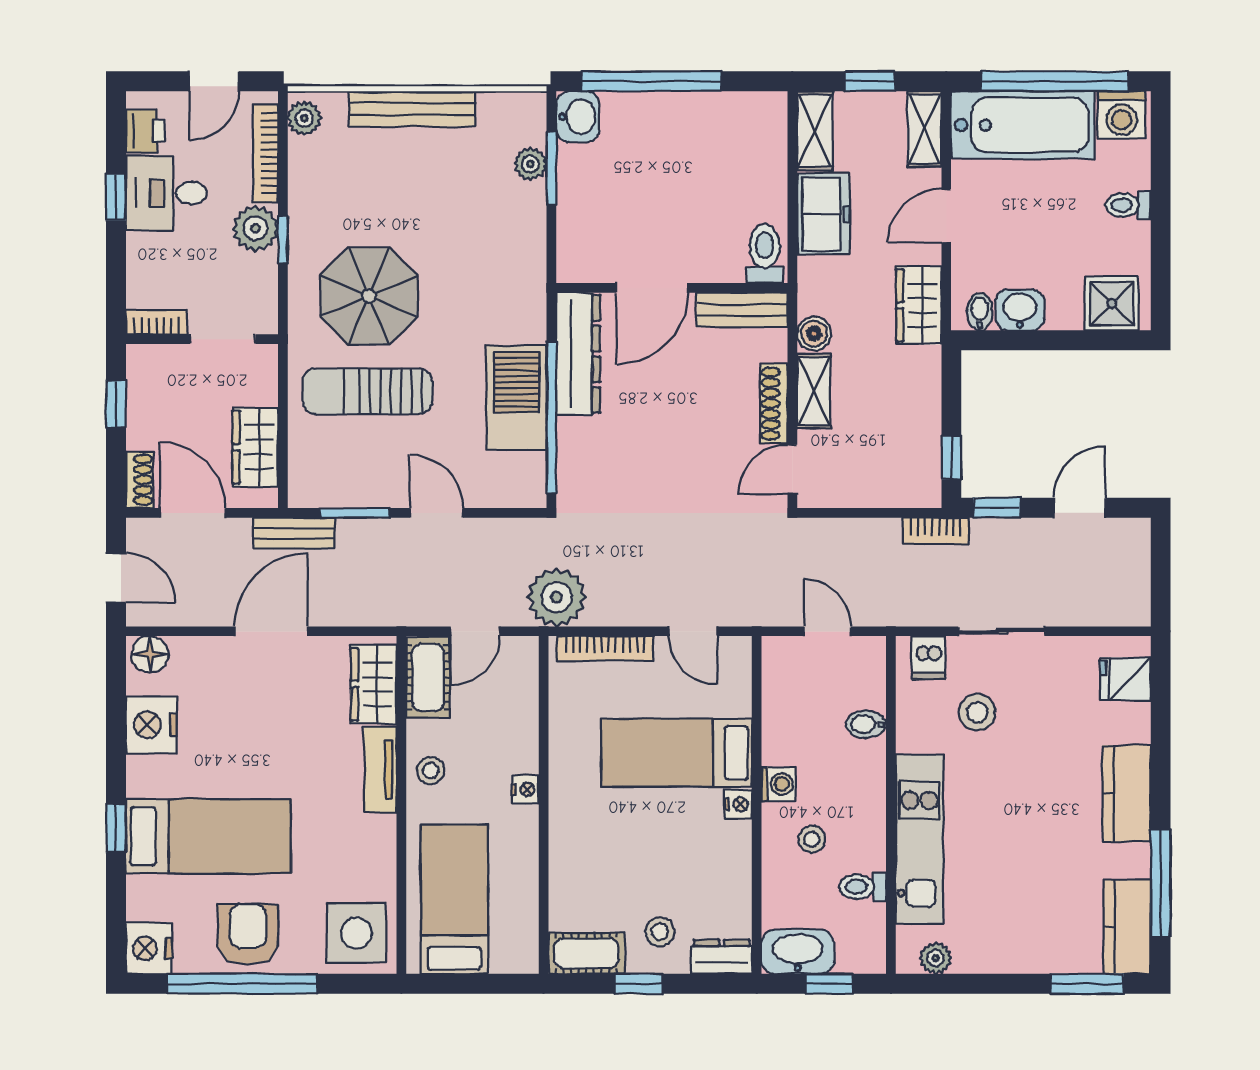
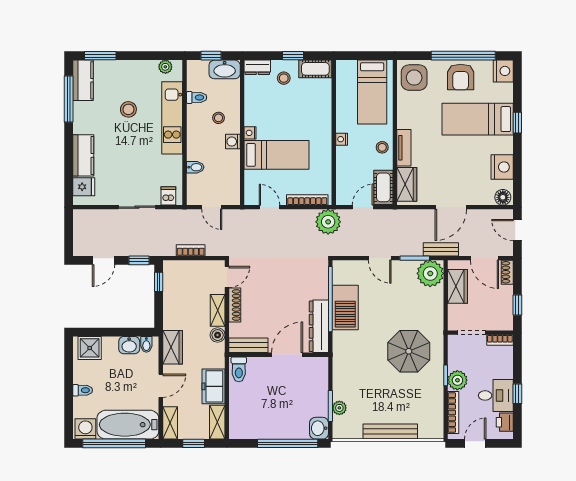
plant: (304, 118) -> (430, 273), moved, width x1.88, depth x1.88
sun lounger: (367, 391) -> (409, 310), removed
bookcase: (936, 531) -> (191, 250), moved
stool: (977, 712) -> (128, 109), moved
kitchen counter: (1127, 794) -> (83, 155), moved

